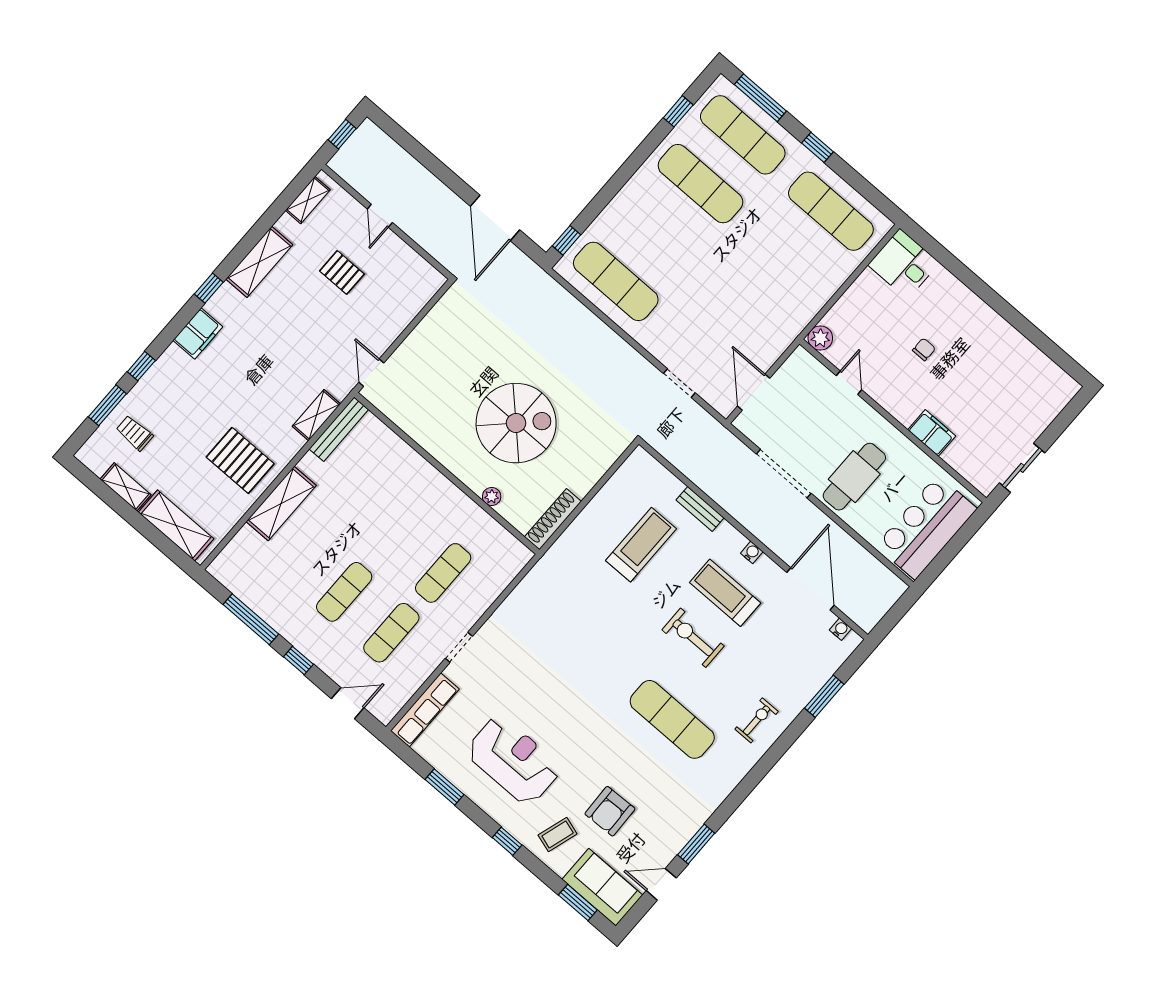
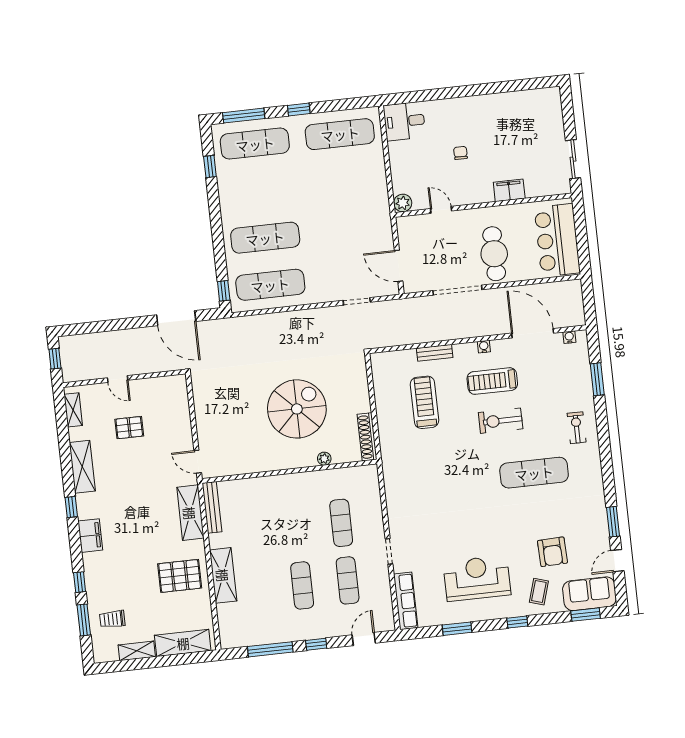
exercise mat: (700, 184) -> (265, 238), moved
shelving: (316, 415) -> (190, 513), width x1.50, depth x1.33

